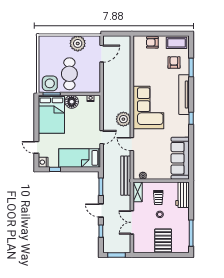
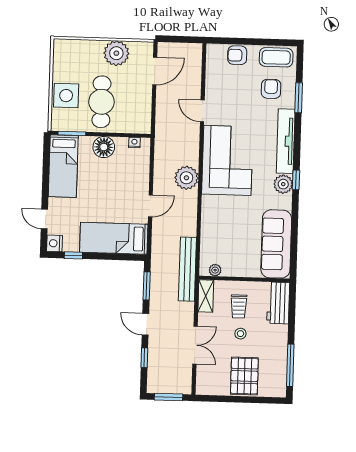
side table: (50, 83) -> (66, 96), moved
bed: (51, 114) -> (63, 166), width x0.67
plant: (183, 121) -> (283, 184), added
door: (132, 144) -> (202, 111), moved
double door: (132, 222) -> (195, 345), swing flipped

